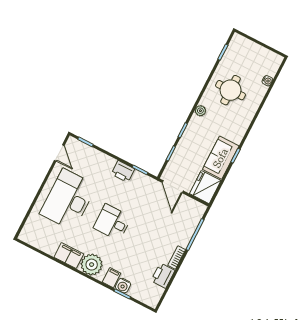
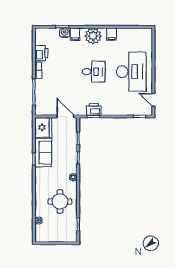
printer: (123, 171) -> (94, 109), moved
filing cabinet: (69, 256) -> (112, 34), width x0.50

